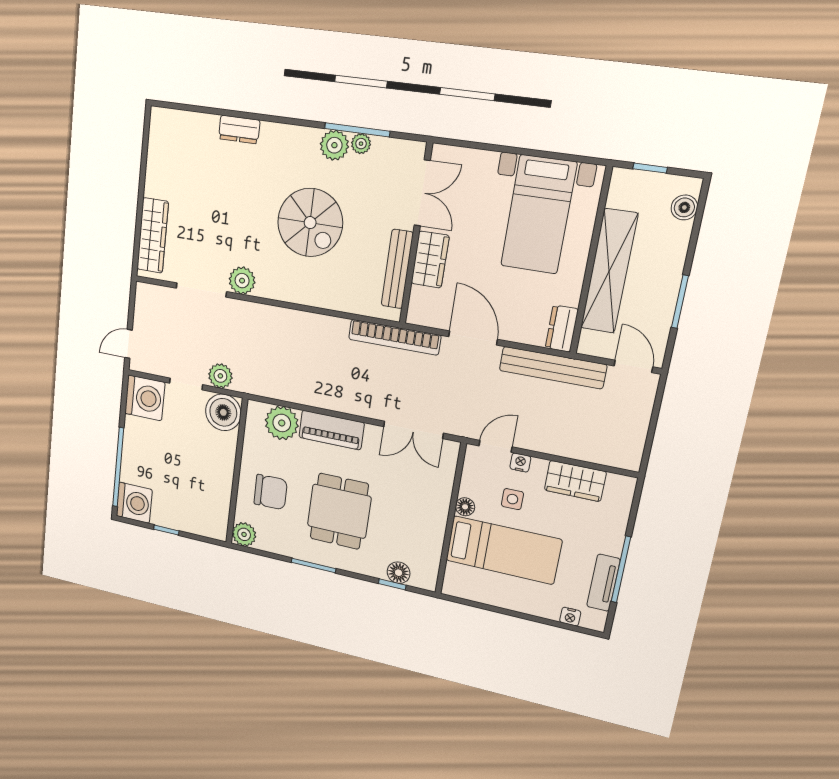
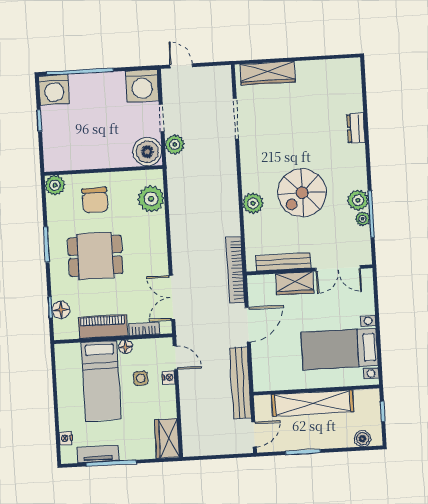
plant: (242, 281) -> (253, 203), moved
dresser: (562, 329) -> (268, 382), removed
piano: (331, 430) -> (103, 327), moved, turned 90
bookcase: (447, 477) -> (144, 329), added
wardrobe: (575, 481) -> (167, 438), moved

